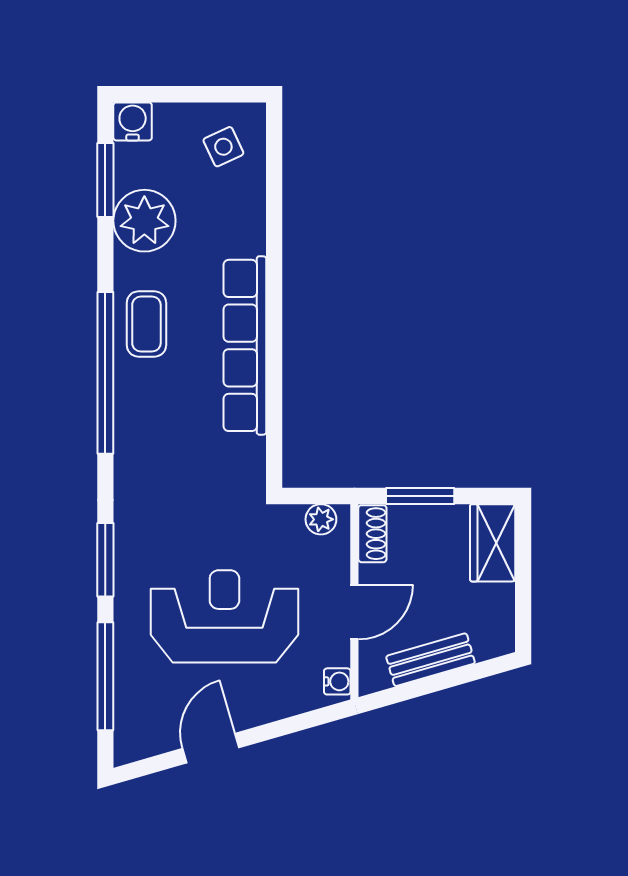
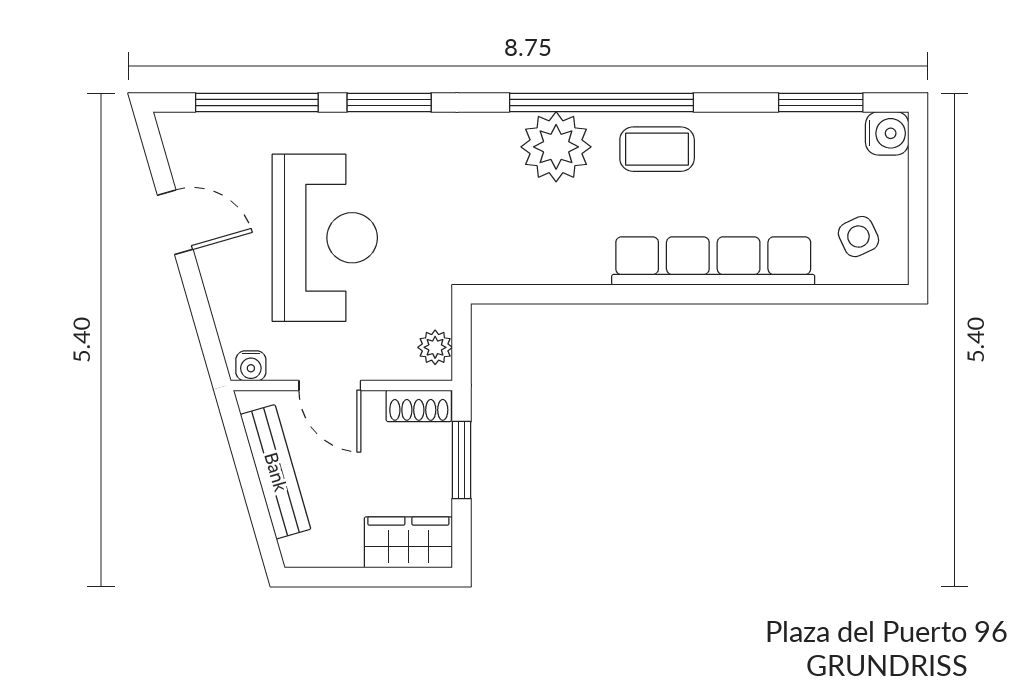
plant: (144, 221) -> (556, 147), moved
row of seats: (245, 345) -> (713, 261), moved
bench: (431, 660) -> (276, 472), width x1.36

